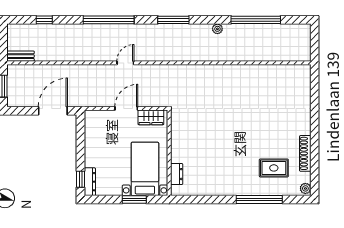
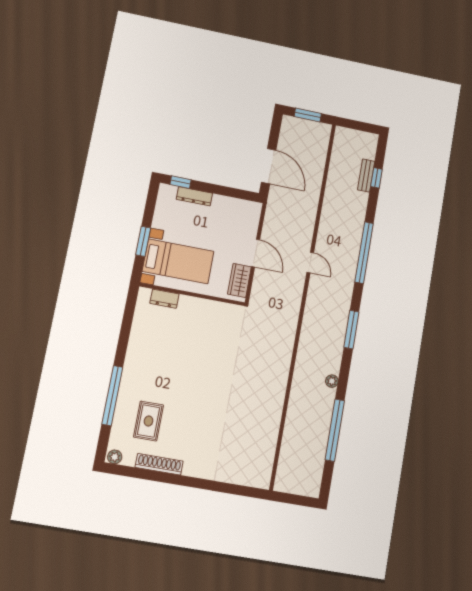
bench: (21, 56) -> (366, 176), moved
dresser: (90, 182) -> (194, 196), moved

